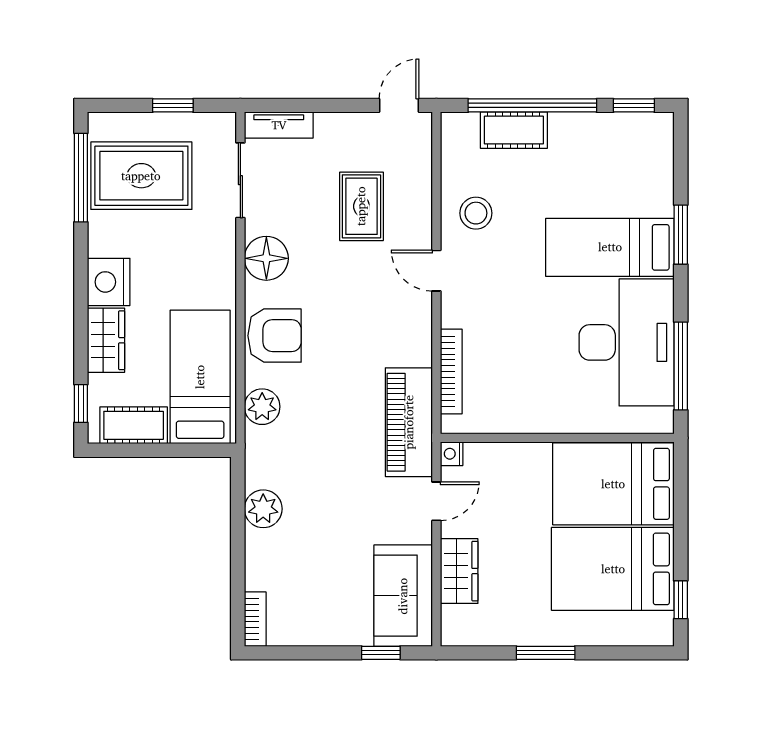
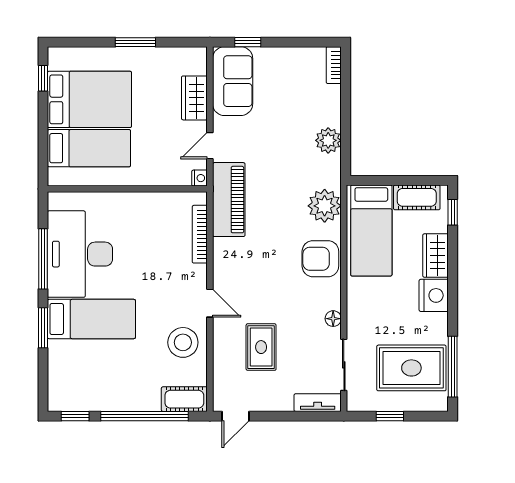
cot: (514, 130) -> (184, 399), moved
stool: (476, 213) -> (183, 342), width x1.38, depth x1.38
floor lamp: (266, 258) -> (333, 319), width x0.53, depth x0.53
window: (681, 366) -> (43, 259), moved
plant: (262, 407) -> (325, 206), width x1.36, depth x1.36
bed: (613, 484) -> (89, 148), width x0.67

